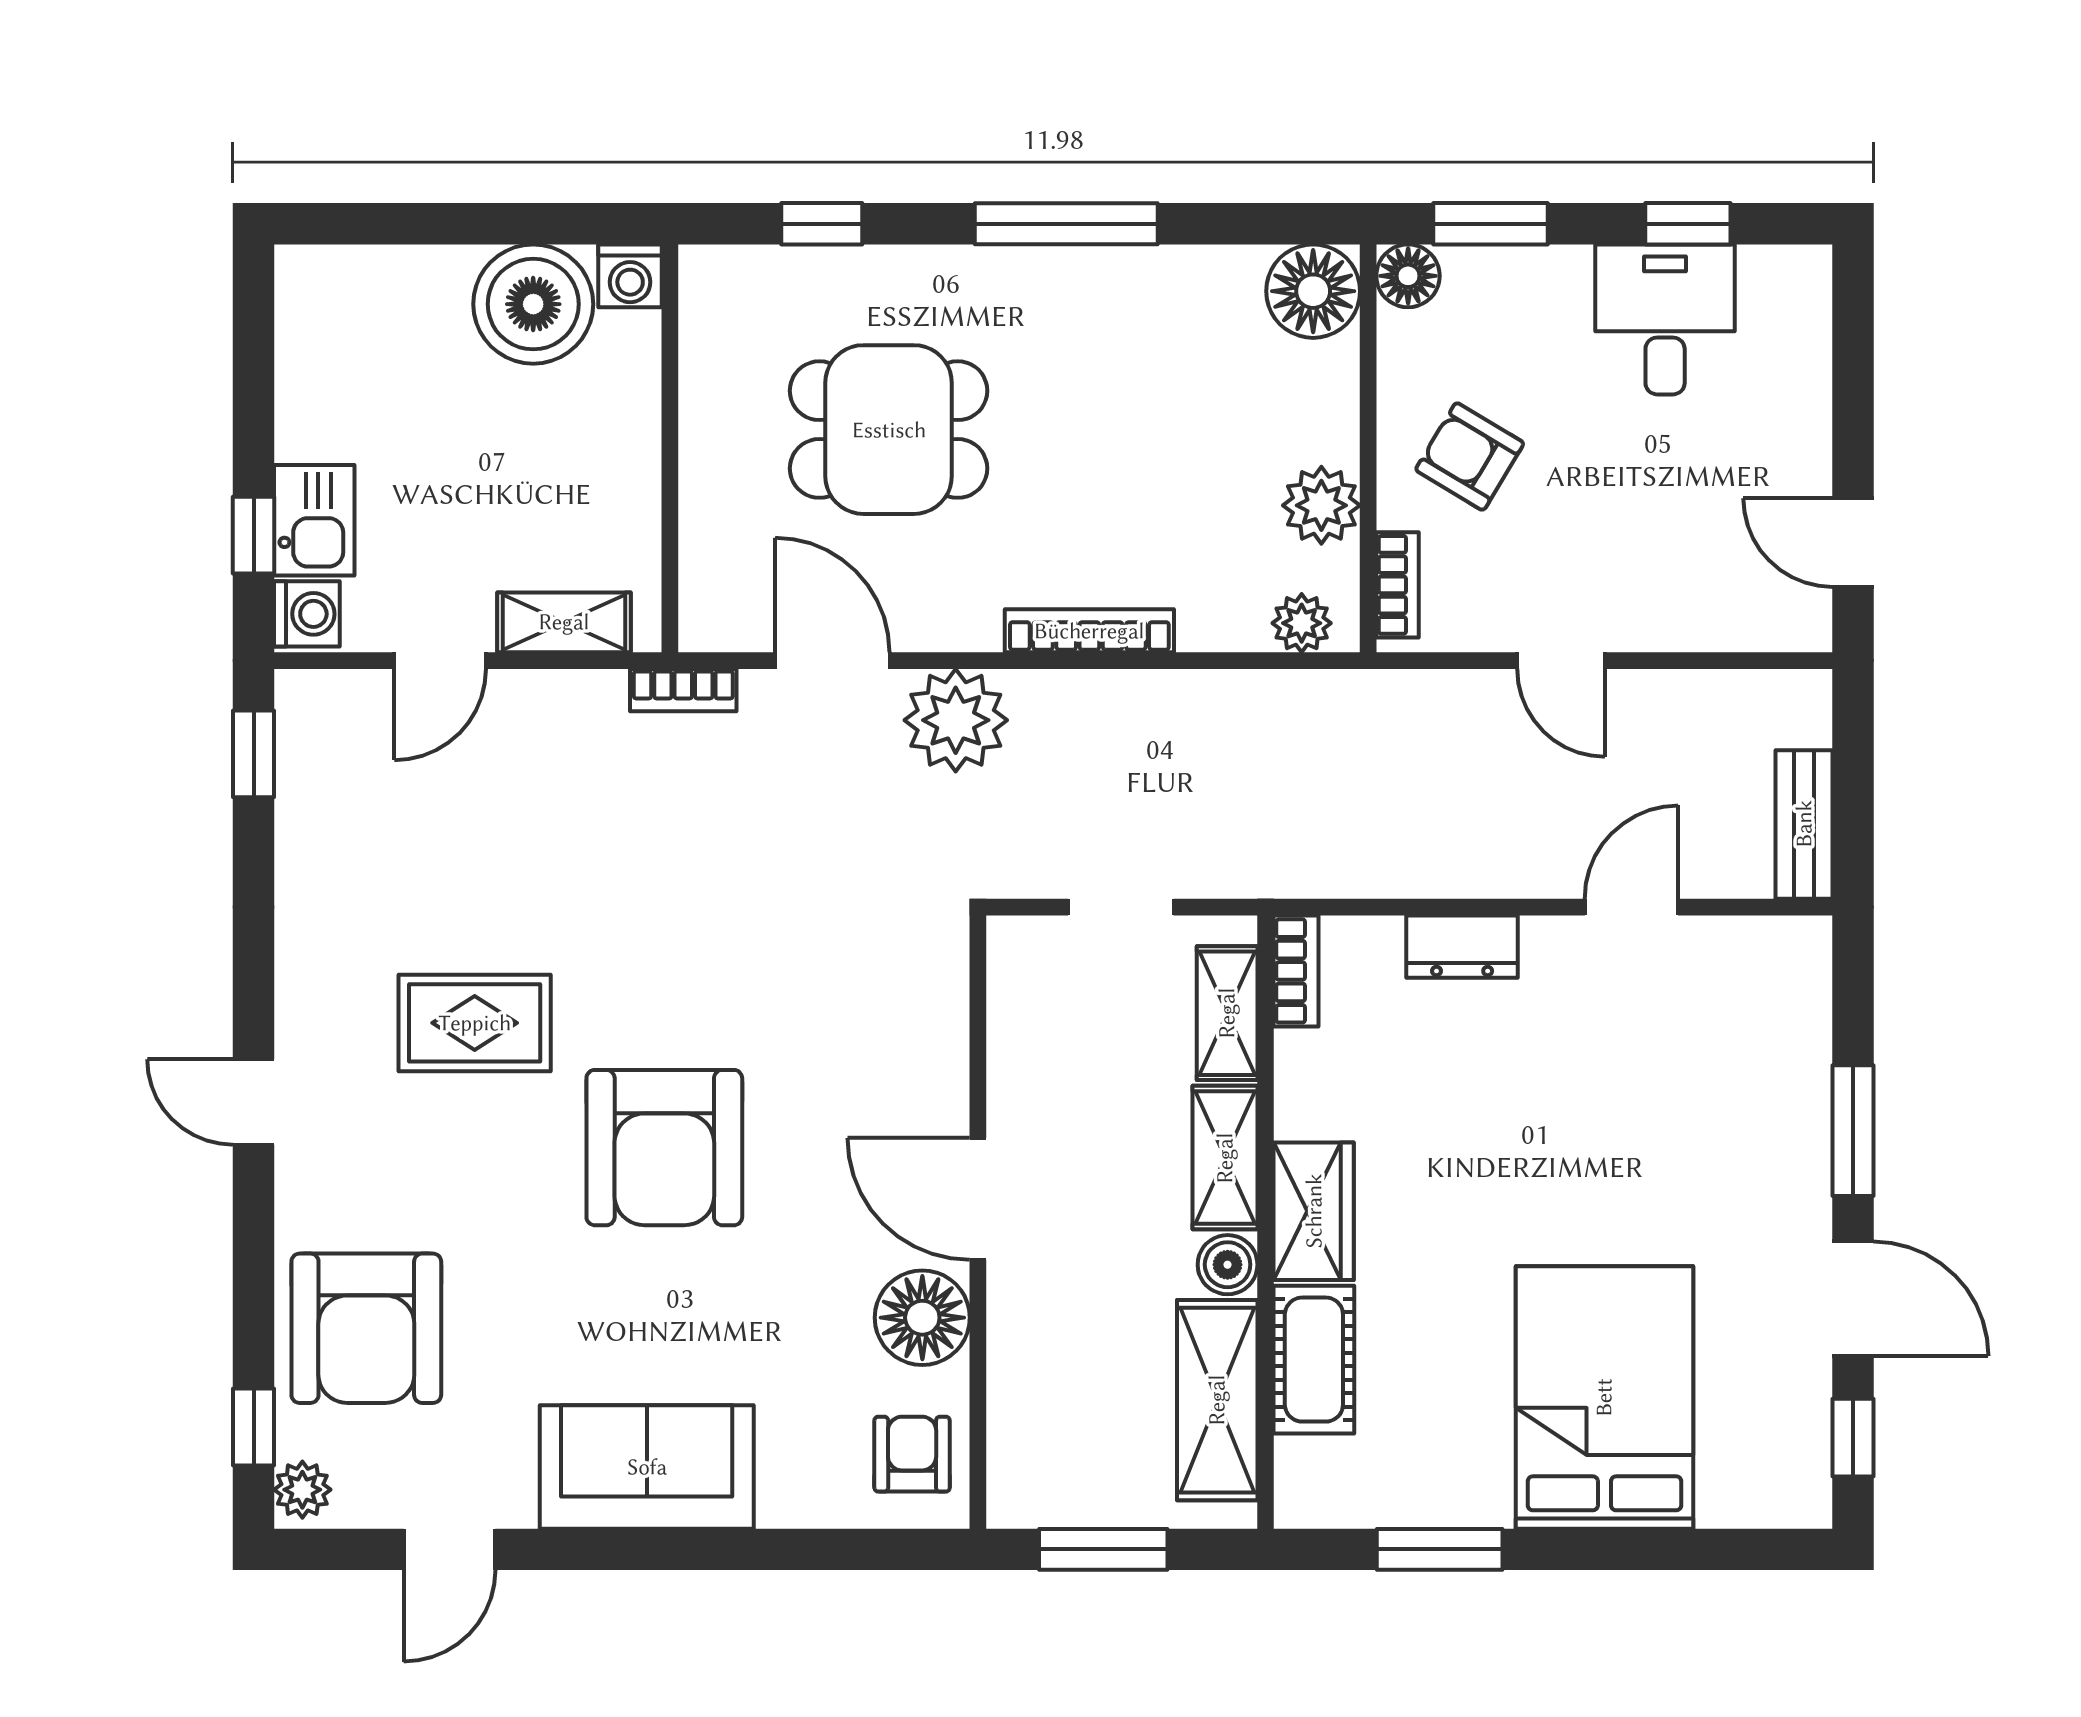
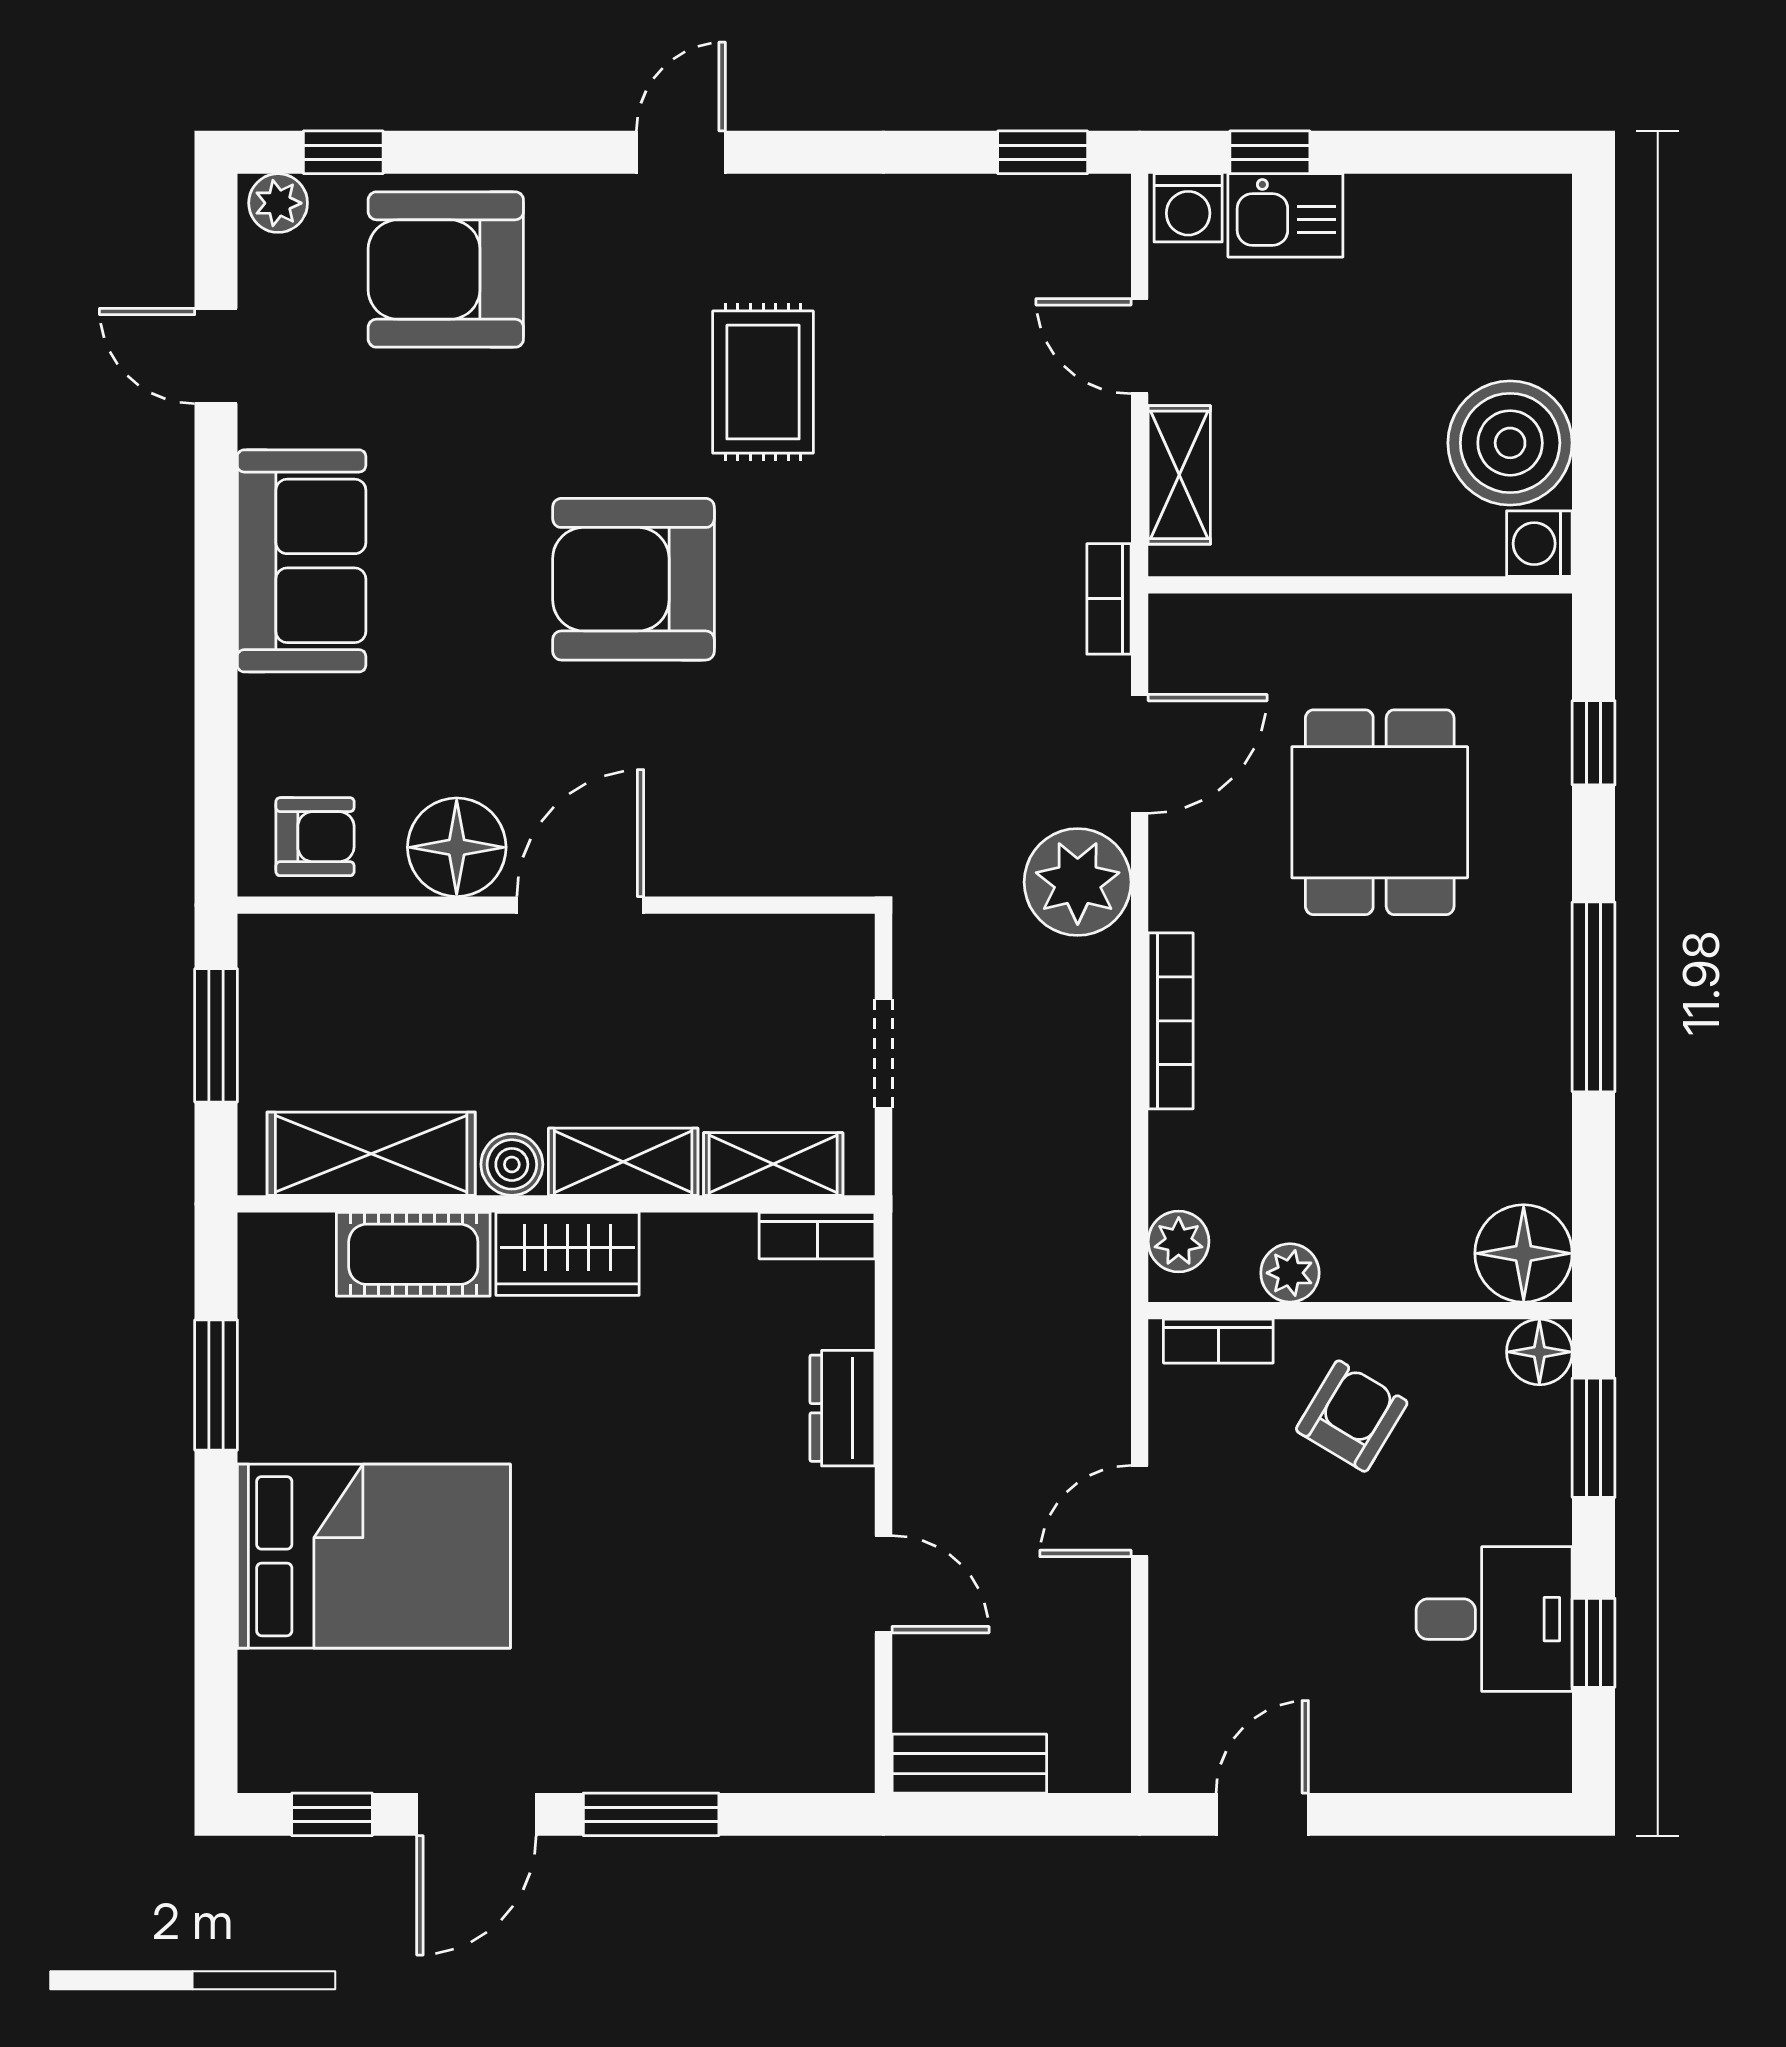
plant: (1321, 505) -> (1290, 1273), width x0.73, depth x0.73

